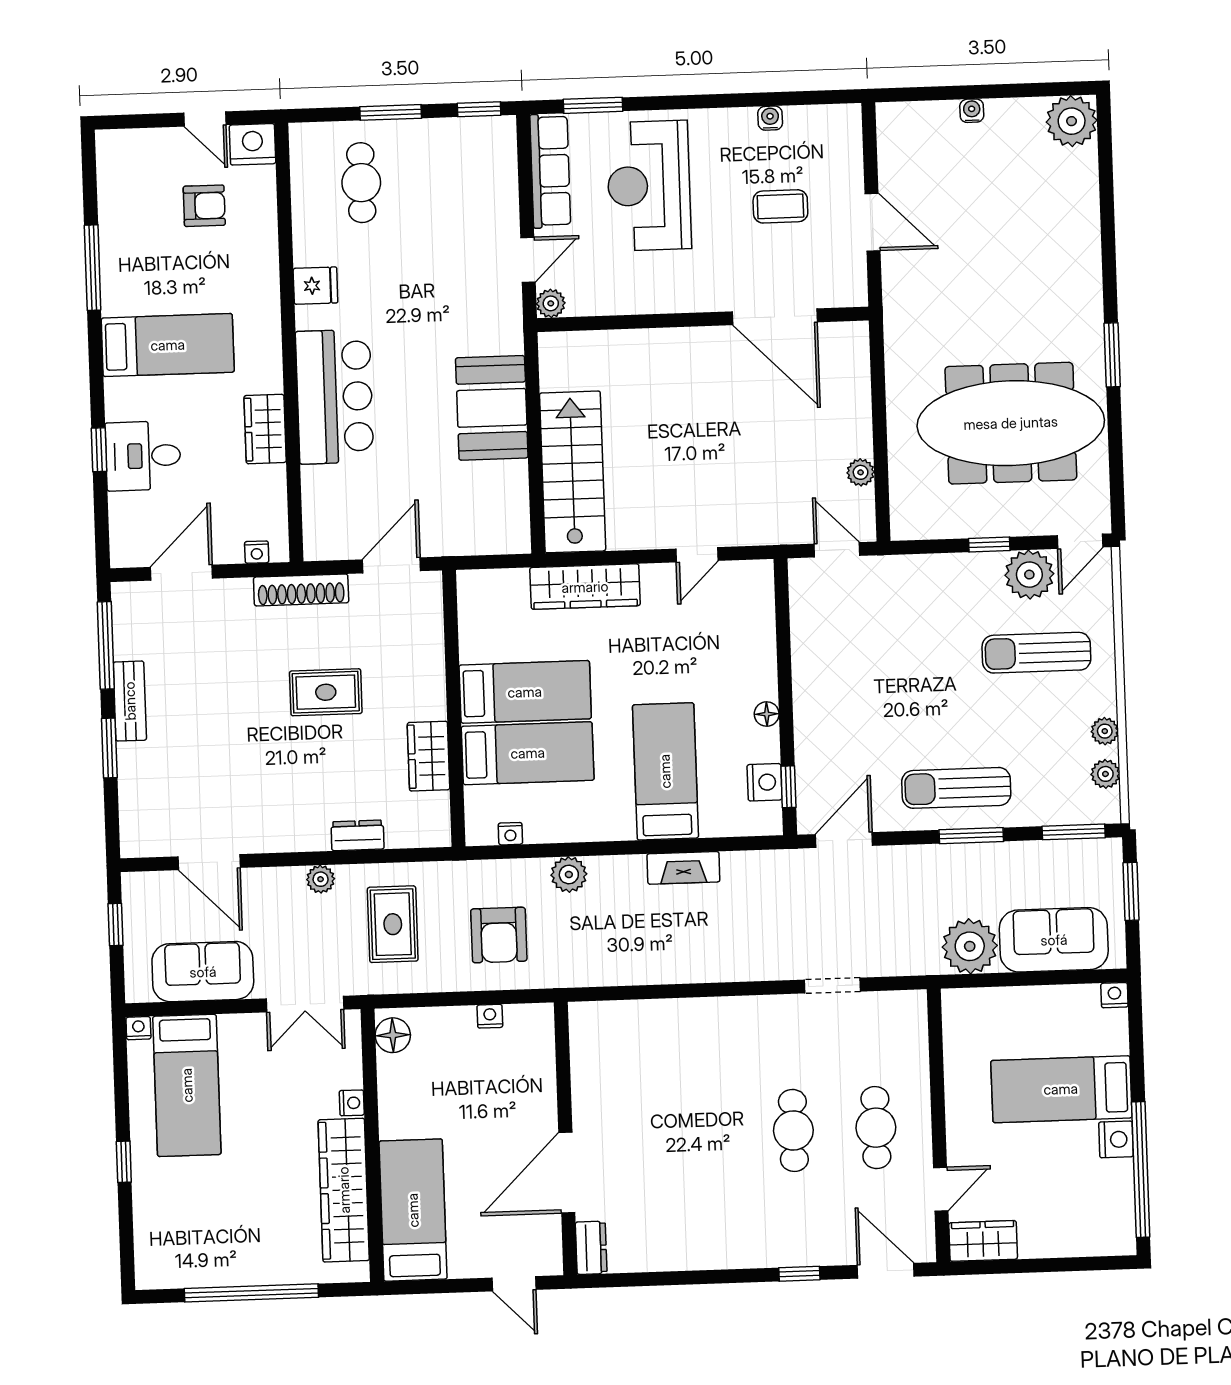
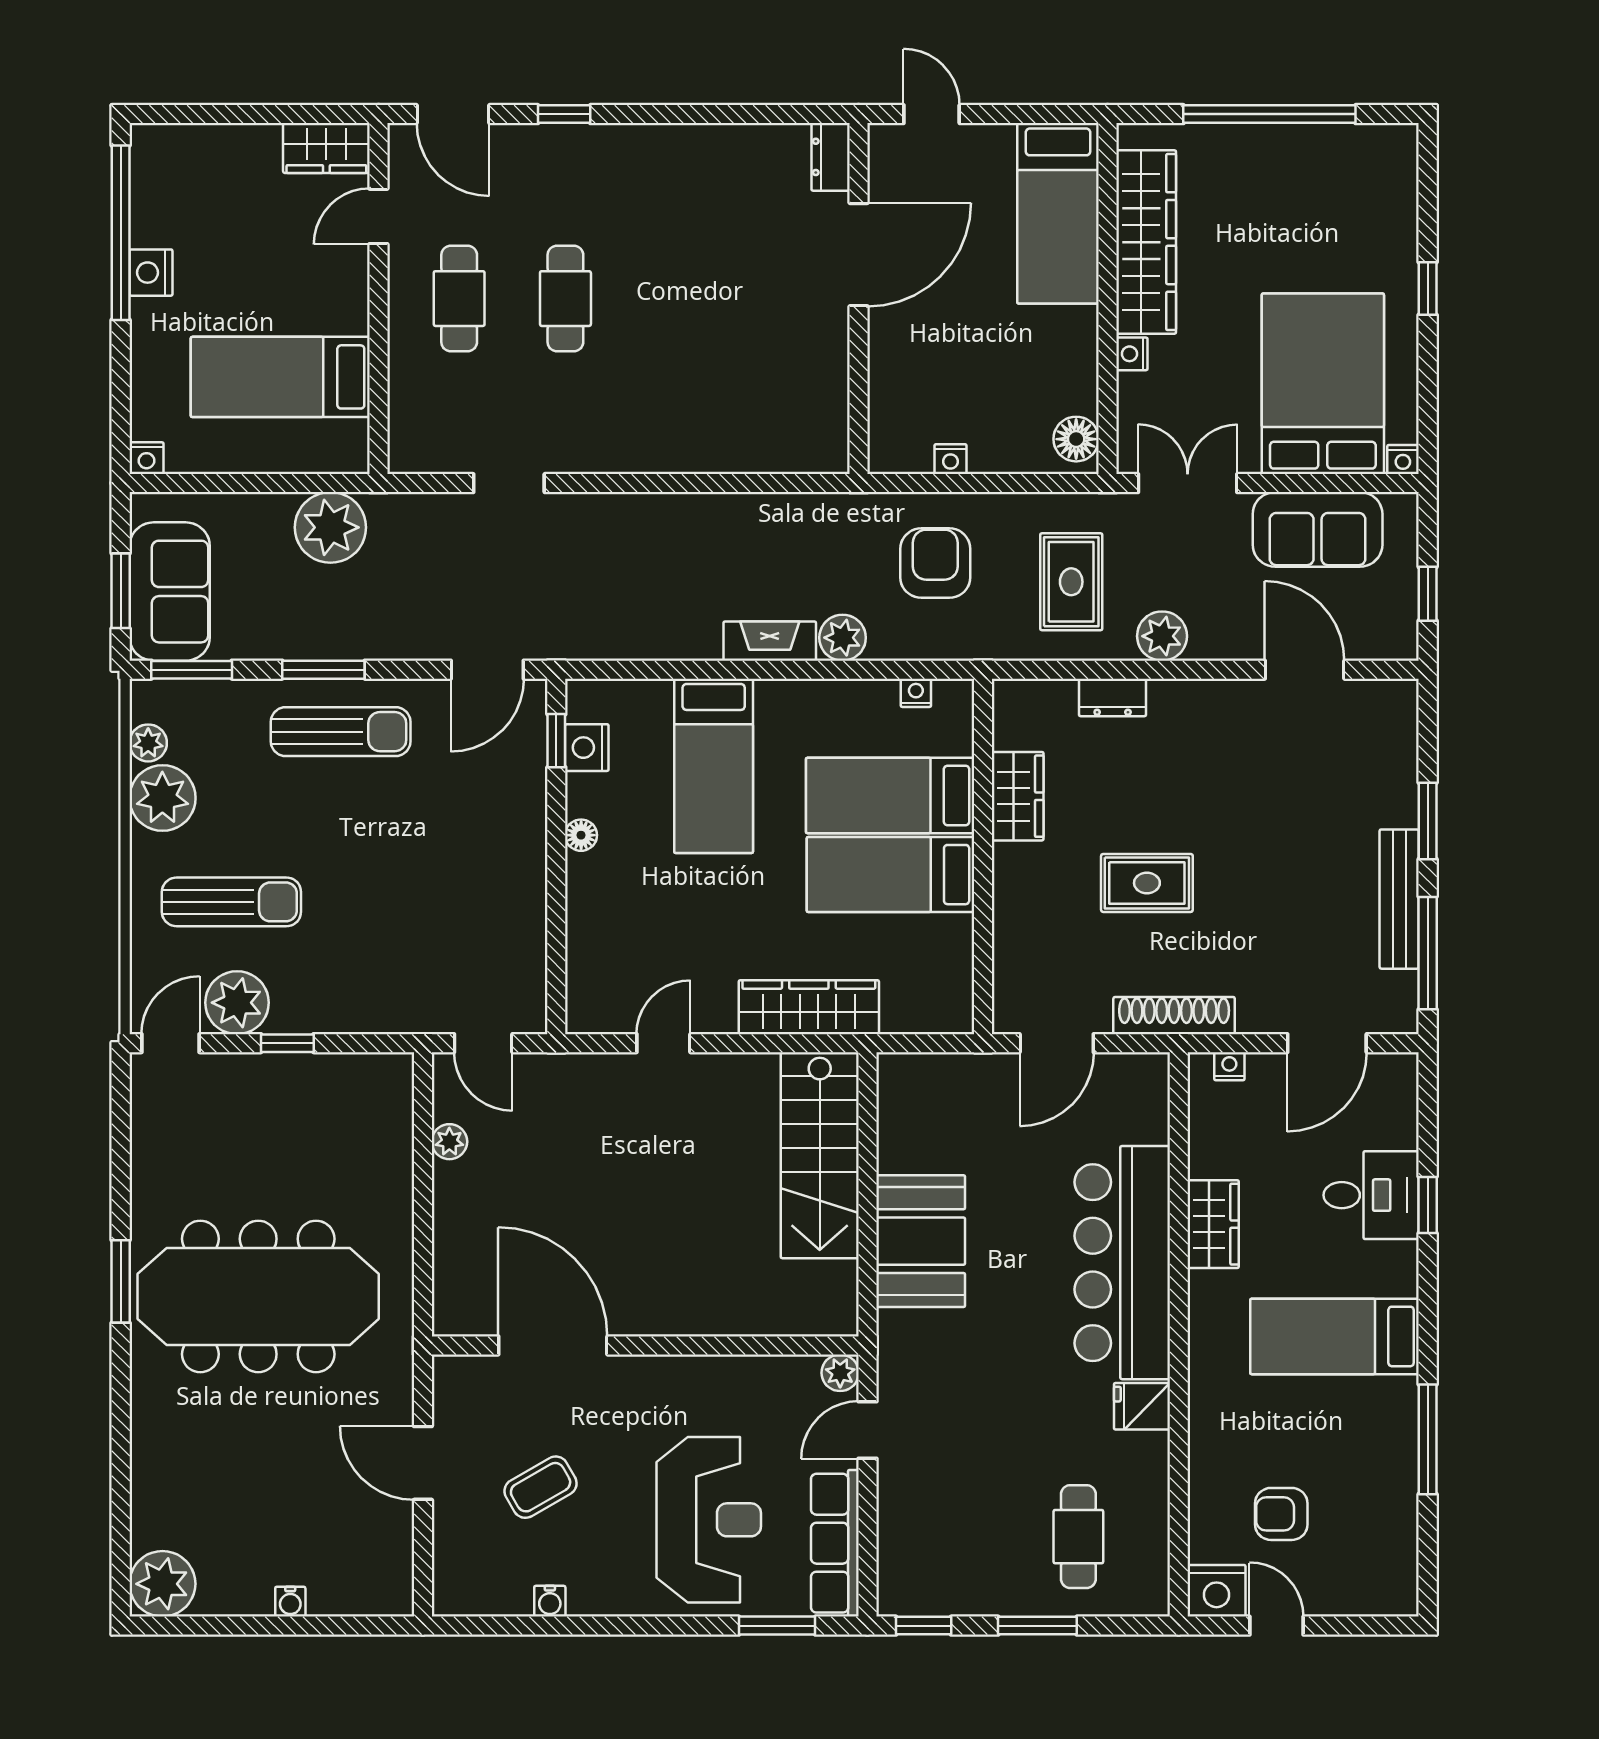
coffee table: (780, 206) -> (541, 1487), turned -30
bar counter: (335, 397) -> (1122, 1263), width x1.36
meeting table: (1011, 423) -> (258, 1296), moved
bench: (130, 701) -> (1399, 899), width x1.36
plant: (1105, 731) -> (162, 798), width x1.87, depth x1.87
fireplace: (683, 868) -> (770, 641), moved
plant: (321, 879) -> (1162, 636), width x1.38, depth x1.38
sofa: (1054, 940) -> (170, 592), moved, turned -90
bed: (187, 1085) -> (1323, 384), width x1.50
bed: (1061, 1089) -> (280, 377), moved, turned 180

